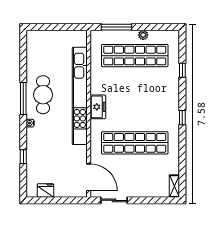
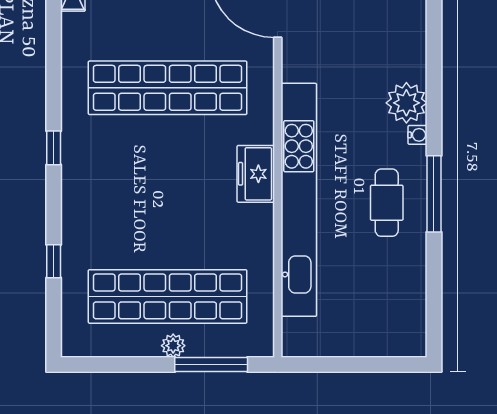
plant: (143, 35) -> (173, 346), moved
cafe table: (43, 95) -> (387, 203), width x0.73, depth x0.74
plant: (35, 137) -> (406, 103), added
window: (23, 157) -> (434, 55), removed

